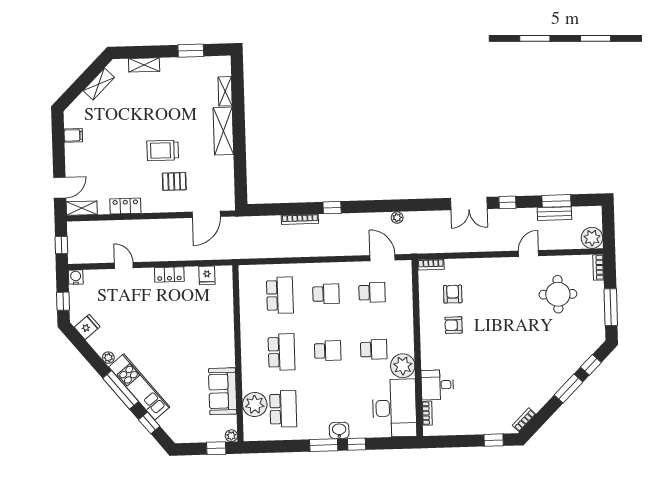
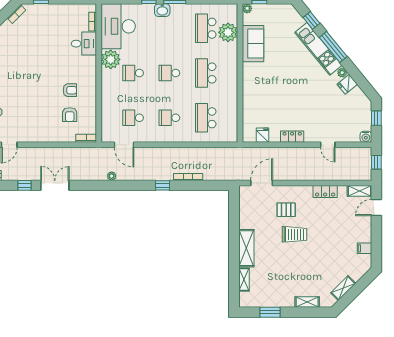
fridge: (87, 327) -> (347, 84), moved

